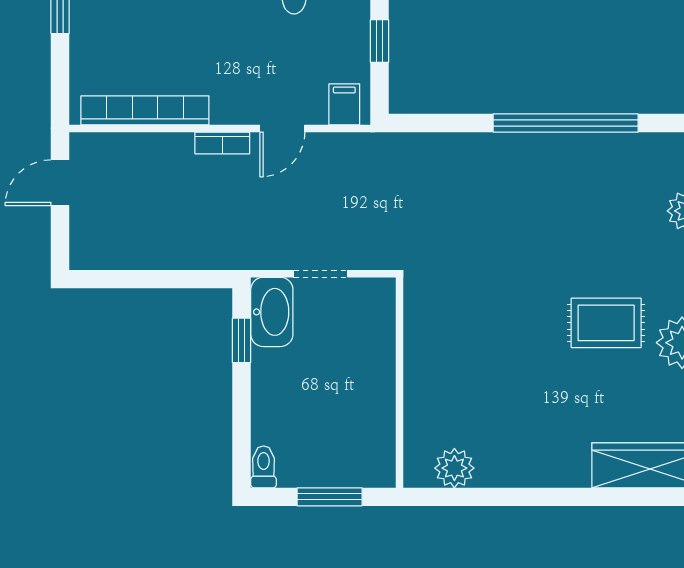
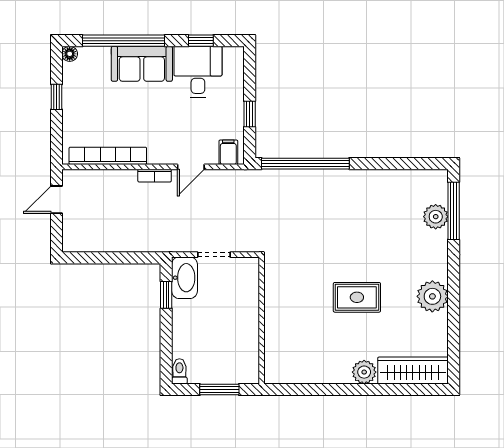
window: (566, 123) -> (305, 164), moved
rug: (606, 323) -> (357, 297), moved
plant: (454, 468) -> (364, 372), moved

